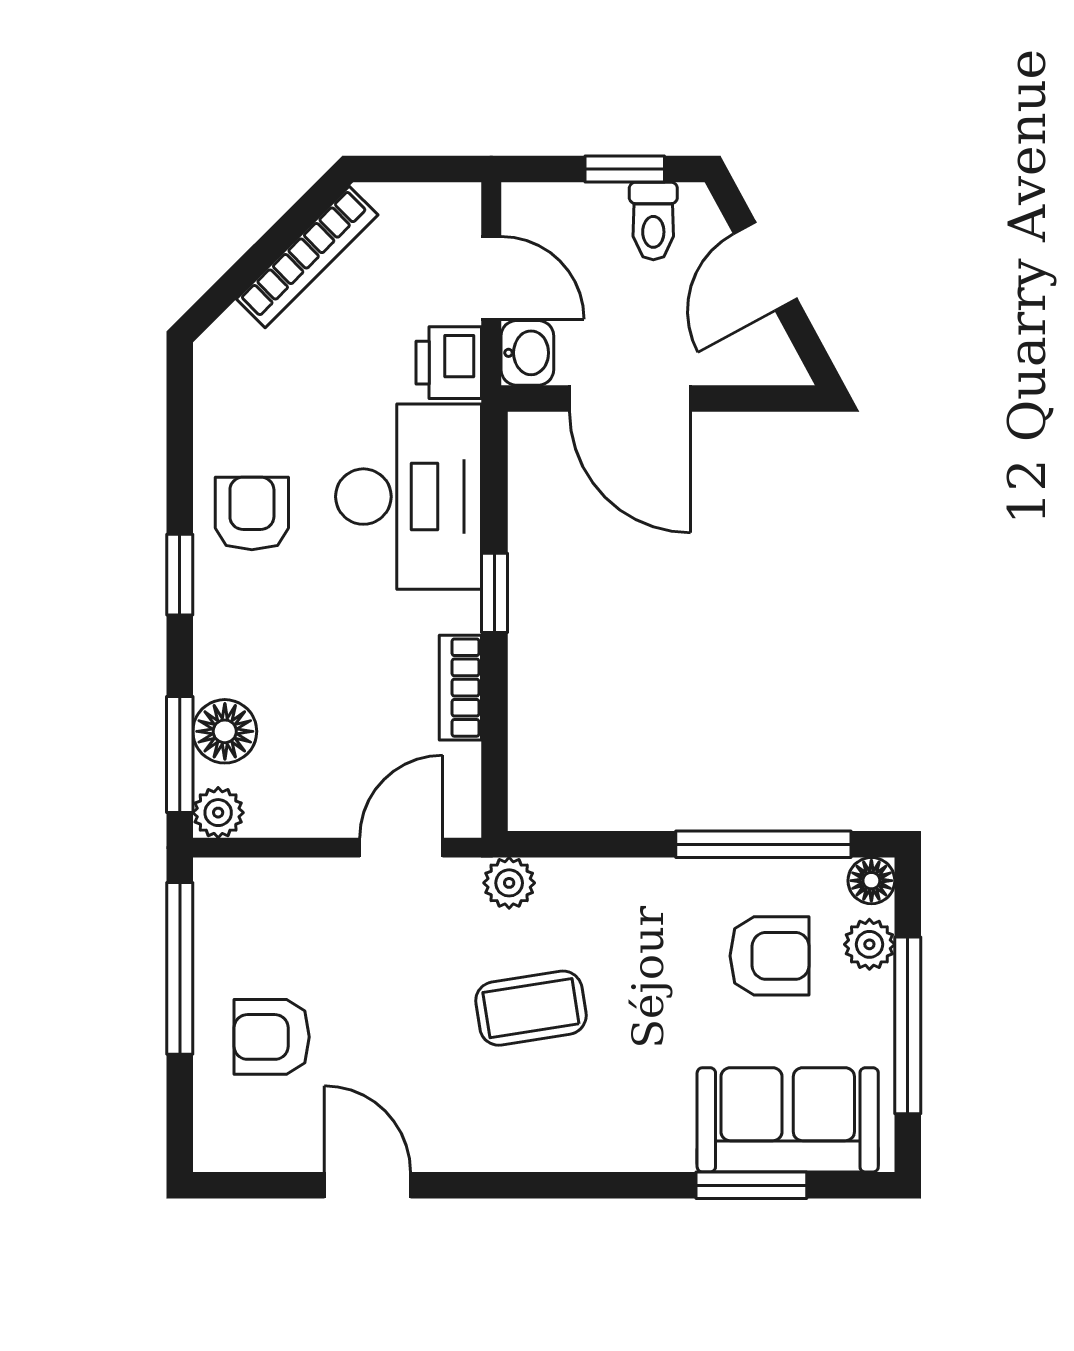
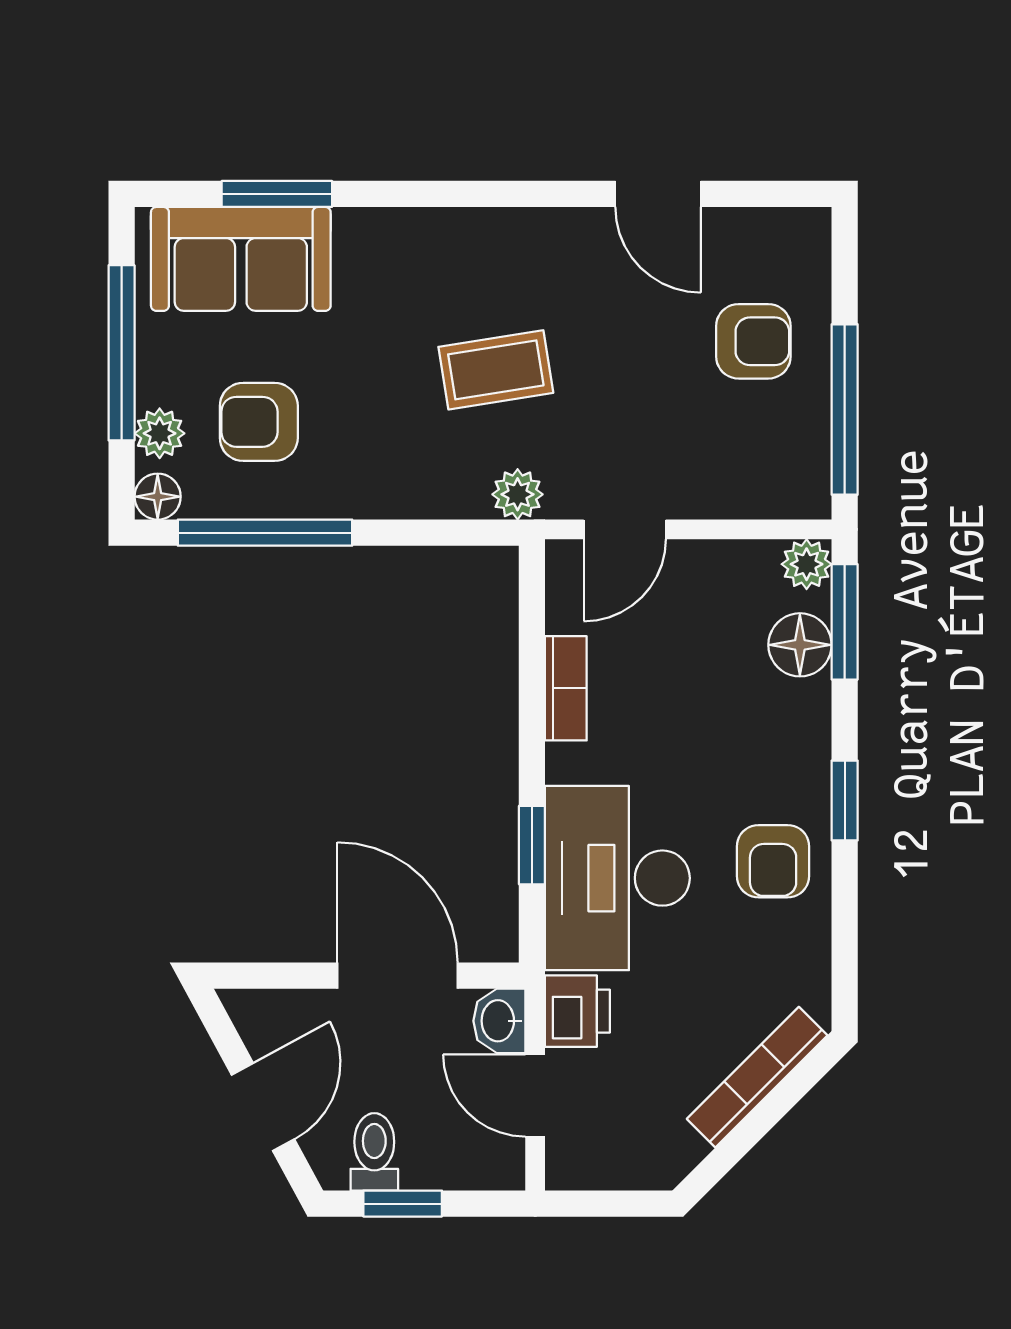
bookcase: (307, 257) -> (757, 1077), moved
window: (495, 593) -> (532, 845), moved

